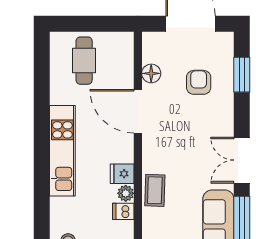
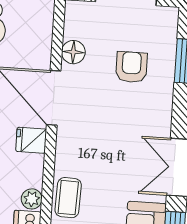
fridge: (122, 174) -> (31, 140), moved

